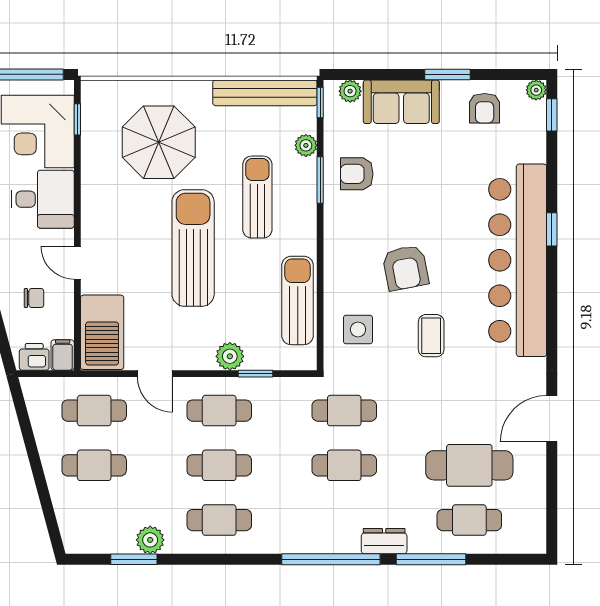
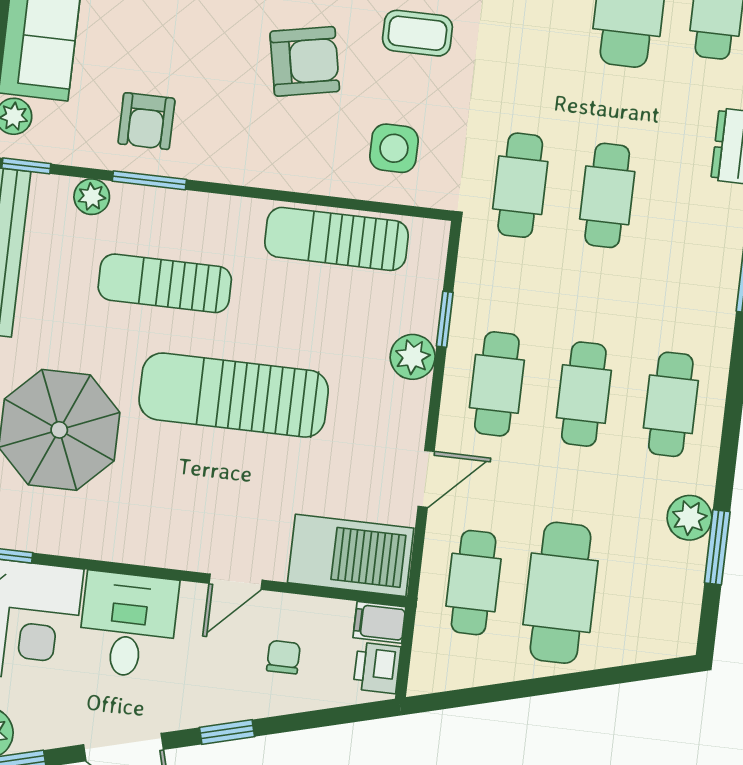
cafe table: (94, 465) -> (561, 593), width x1.37, depth x1.35

